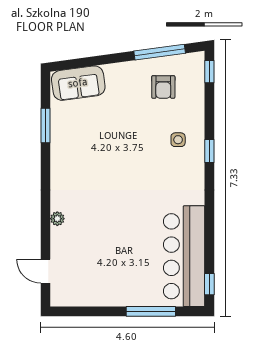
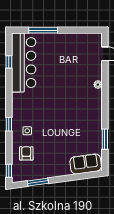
window: (160, 52) -> (38, 182), width x0.69
armchair: (163, 87) -> (26, 153), moved
window: (209, 284) -> (9, 62), moved

